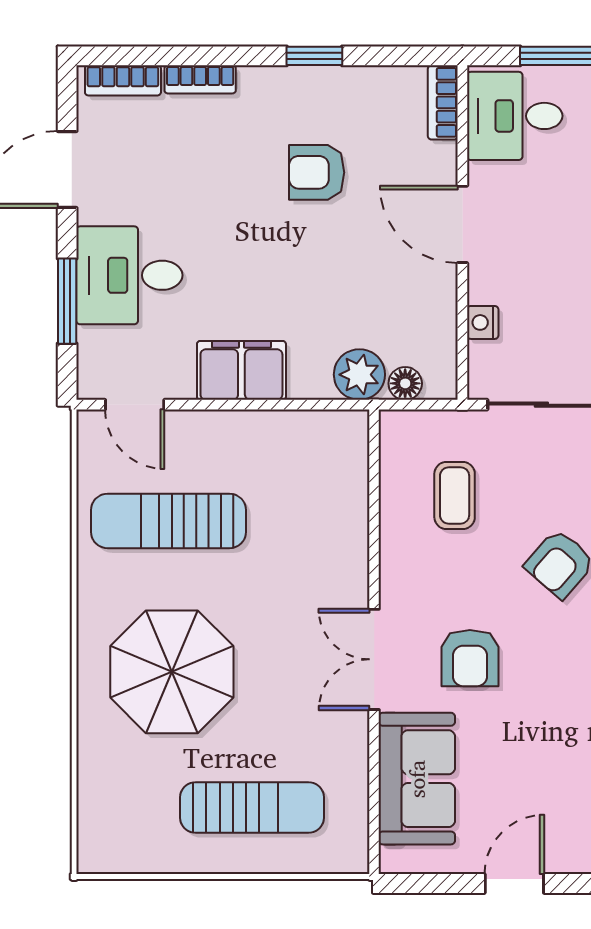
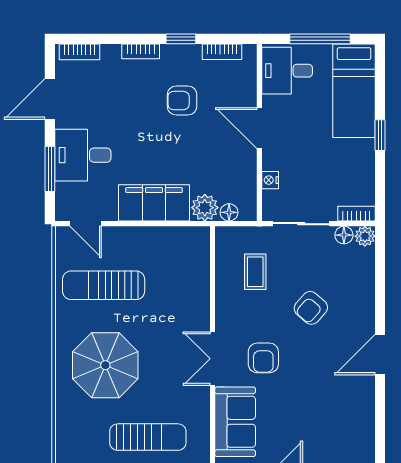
bookcase: (200, 79) -> (141, 51), moved
bookcase: (443, 102) -> (222, 52), moved, turned -90
filing cabinet: (241, 370) -> (154, 203), width x1.50, depth x1.17

